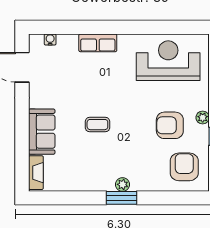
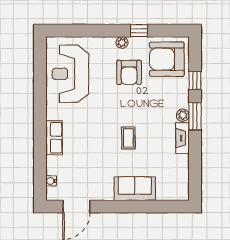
armchair: (184, 167) -> (167, 59), width x1.36, depth x1.36
fireplace: (36, 173) -> (182, 138), moved, turned -90
window: (161, 198) -> (195, 81), added

